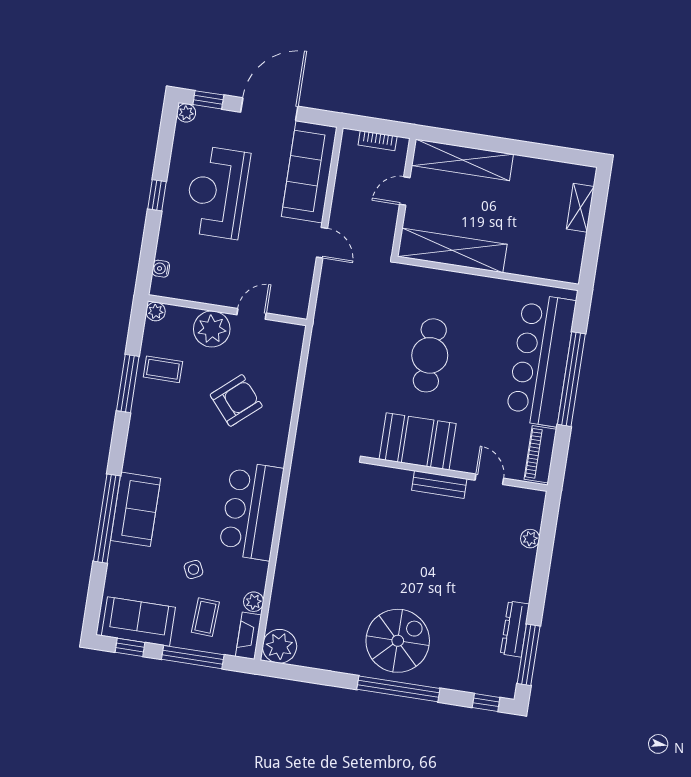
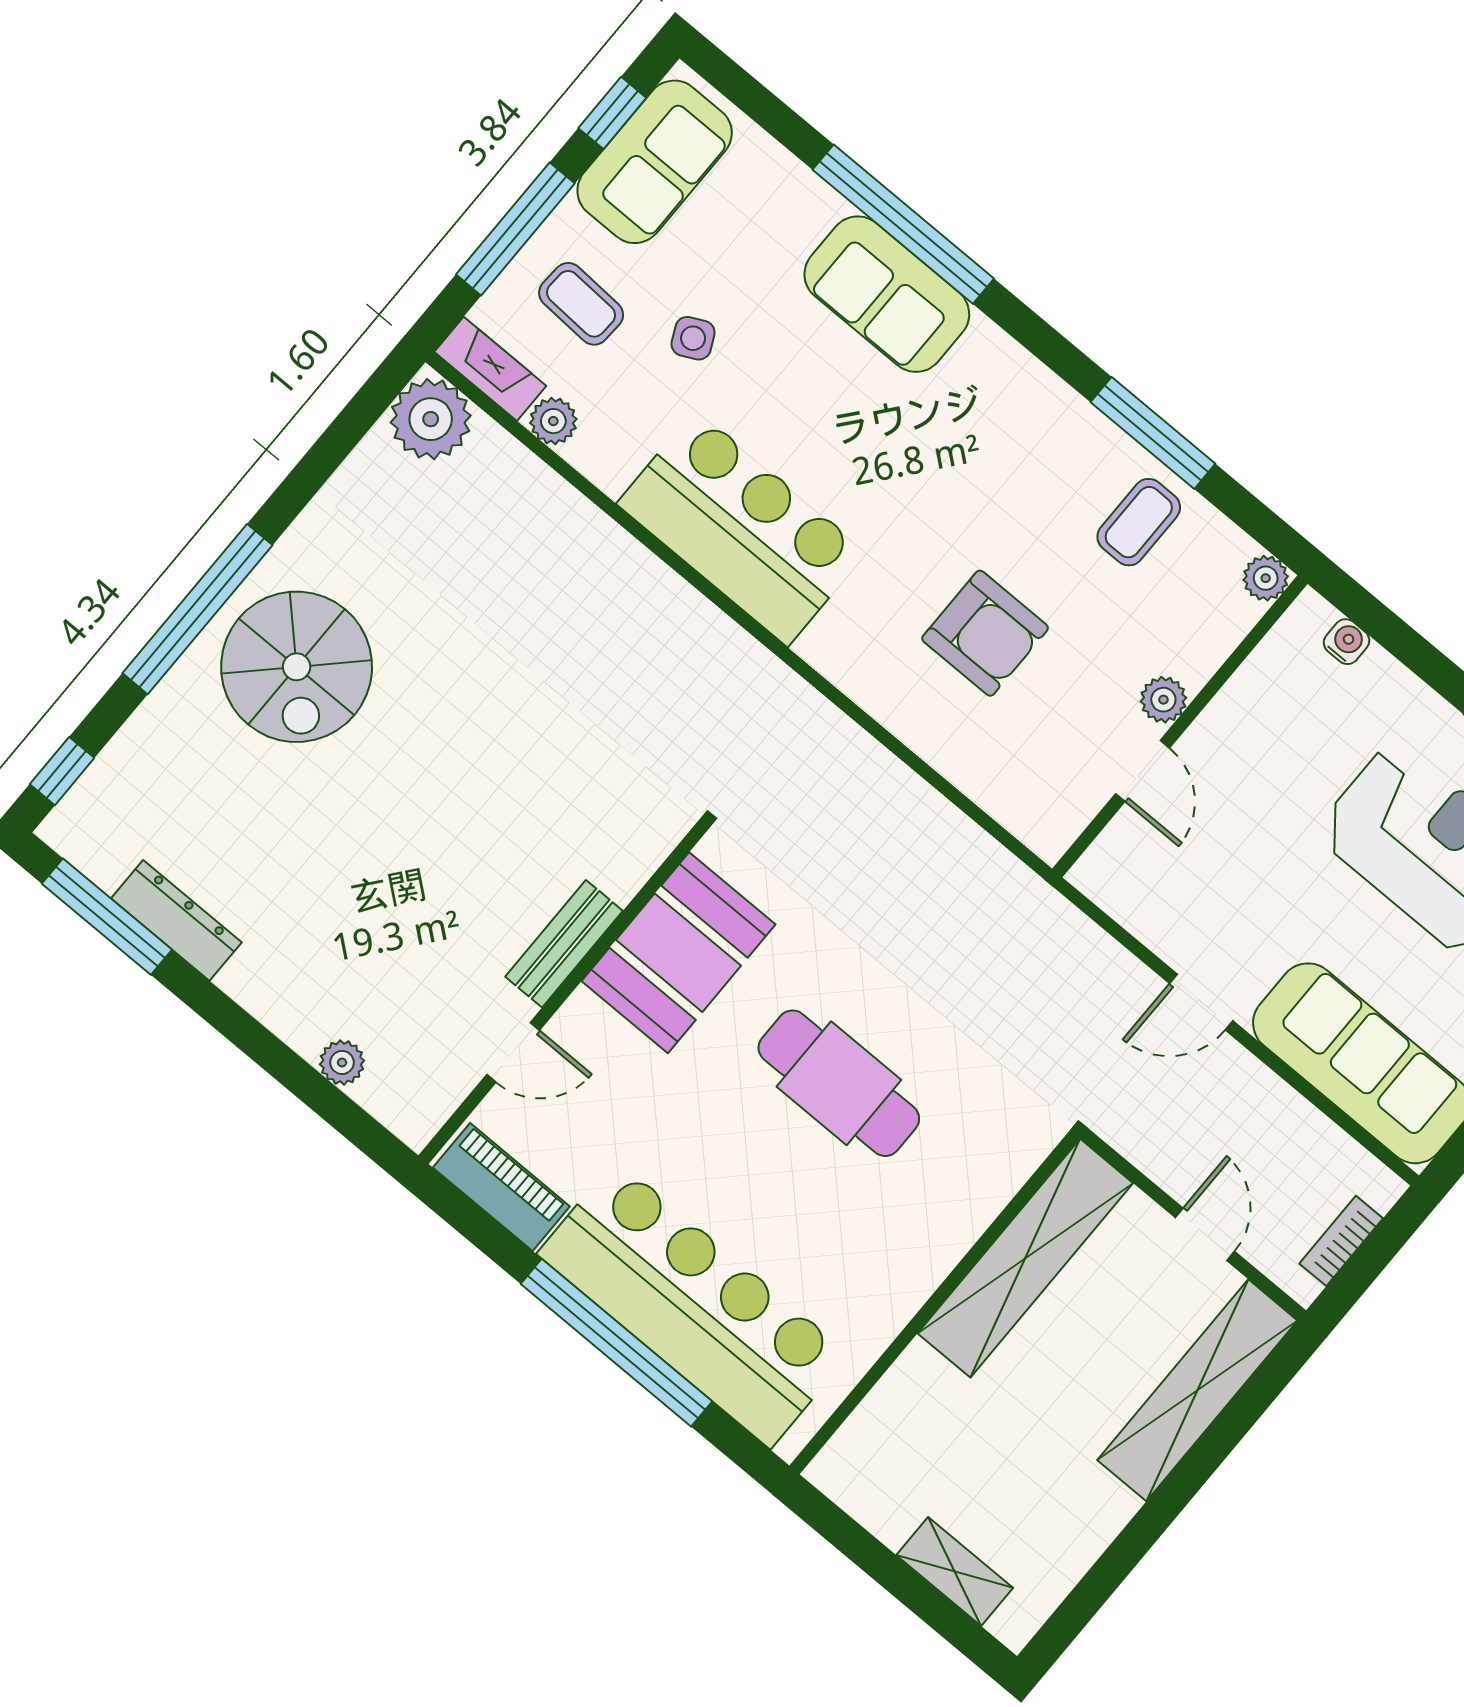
plant: (212, 329) -> (1163, 700), width x0.53, depth x0.53
armchair: (236, 400) -> (985, 633), turned -49

